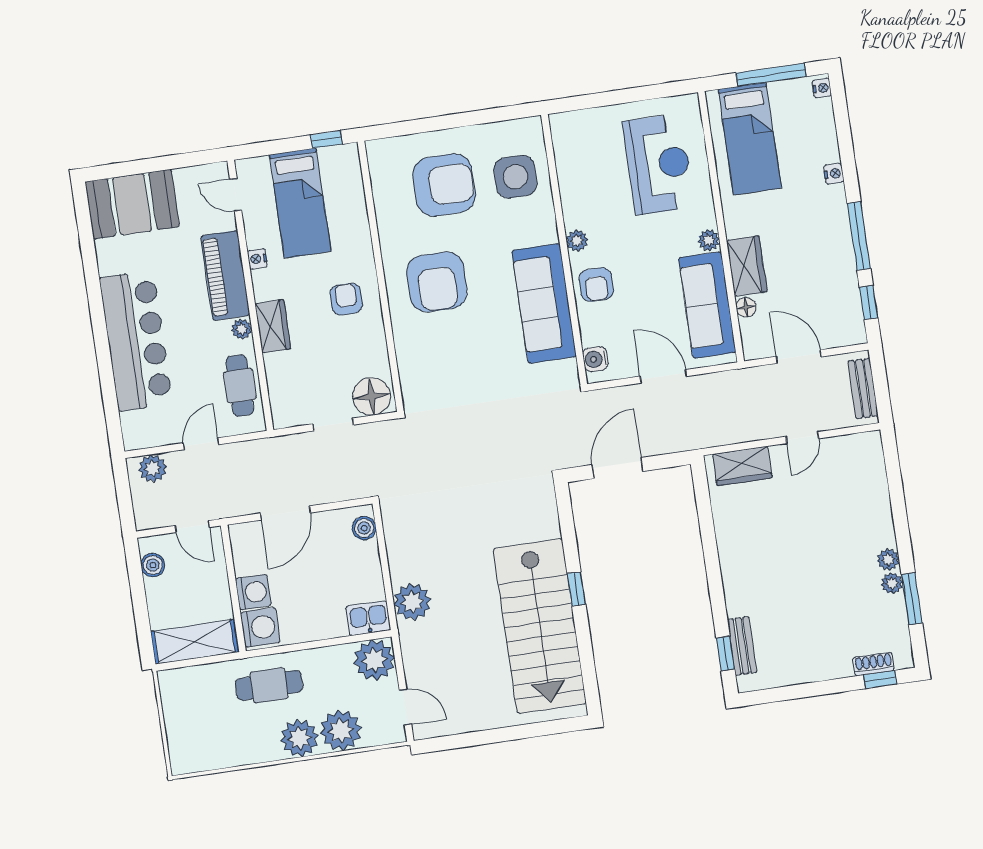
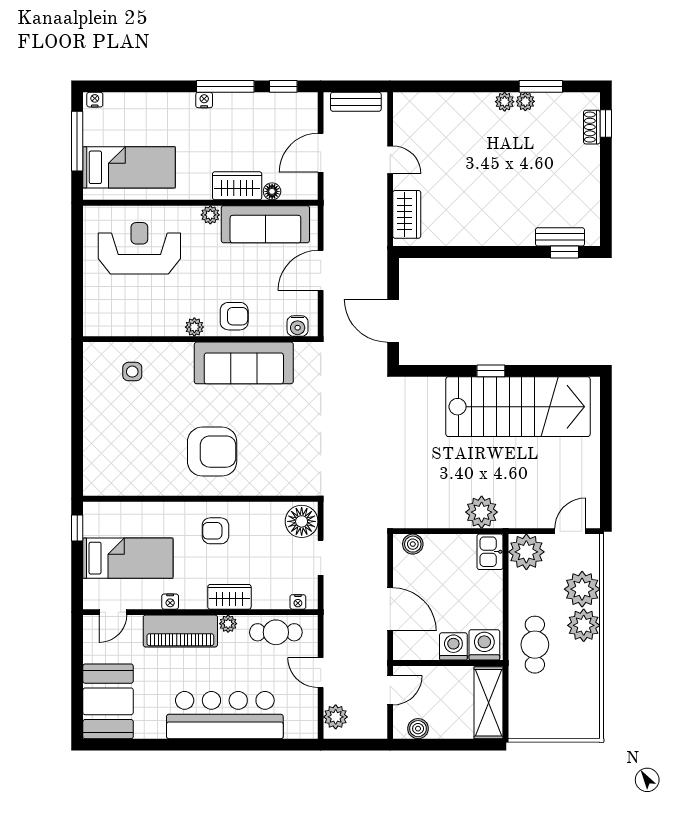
nightstand: (834, 174) -> (204, 100), moved
side table: (515, 177) -> (132, 372), width x0.54, depth x0.54
armchair: (444, 185) -> (130, 433), removed
nightstand: (278, 406) -> (298, 602), added

